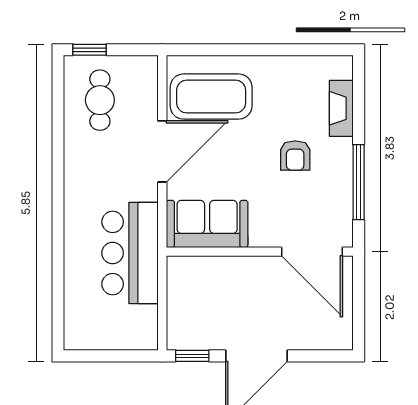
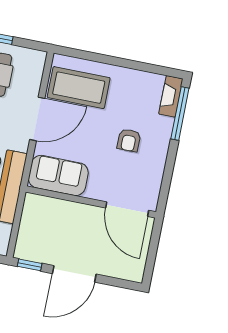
fireplace: (341, 108) -> (171, 96), moved
window: (359, 182) -> (180, 114), moved

